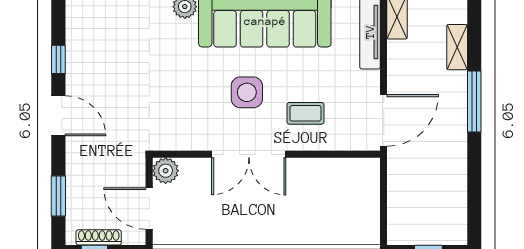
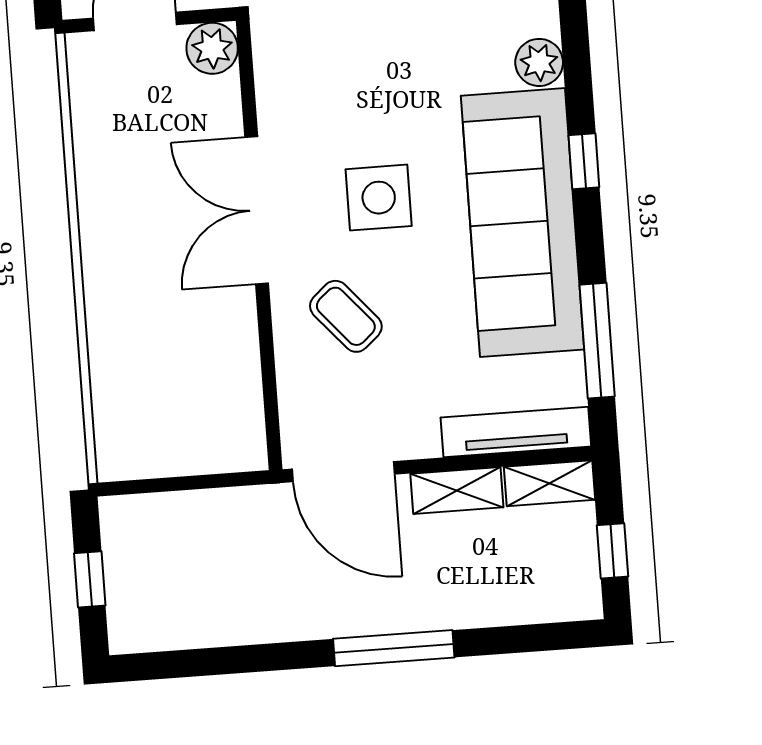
shelving: (457, 47) -> (457, 490), moved
coffee table: (305, 113) -> (346, 316), turned -41

